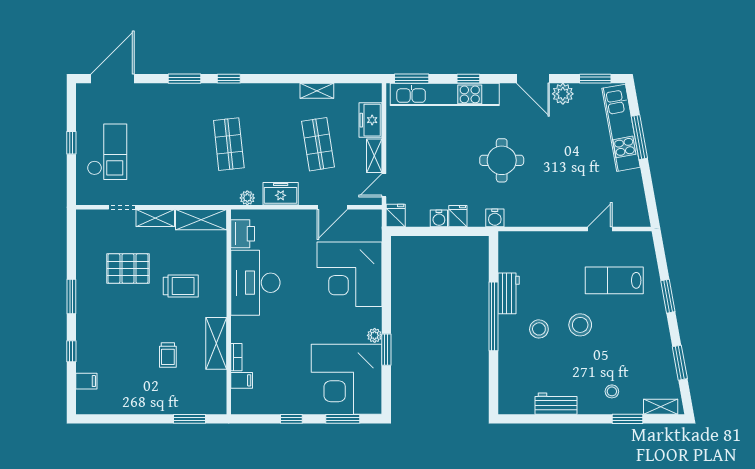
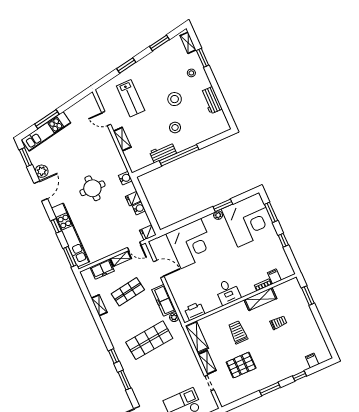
shop shelf: (229, 144) -> (149, 340), width x1.43, depth x1.36
freezer: (281, 194) -> (164, 300), width x1.40
shelving: (557, 240) -> (122, 139), added
pallet: (128, 269) -> (241, 365), turned 90
desk: (255, 283) -> (228, 292), width x0.53, depth x0.77
stool: (580, 325) -> (175, 99), moved

